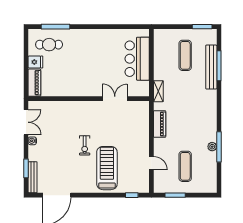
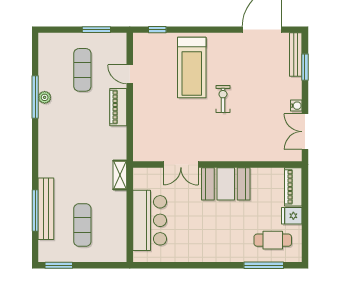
booth: (83, 85) -> (226, 184), added
piano: (160, 124) -> (118, 107), moved

